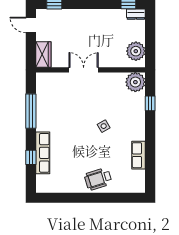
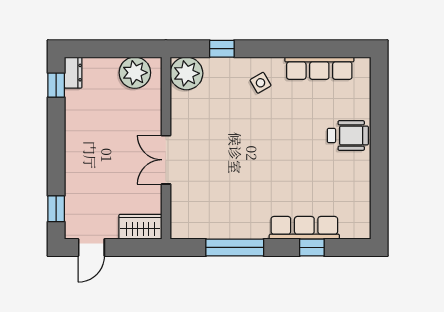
side table: (104, 126) -> (261, 83), moved
row of seats: (139, 155) -> (319, 68), width x1.48
wheelchair: (98, 179) -> (348, 136), turned -73

